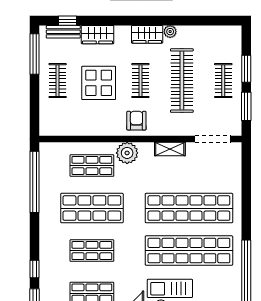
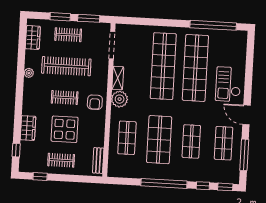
bench: (63, 32) -> (98, 161), moved
wardrobe: (147, 34) -> (33, 37), moved
window: (35, 54) -> (40, 177), width x0.46
armchair: (136, 121) -> (95, 102), turned -90
plant: (127, 153) -> (120, 99), moved
window: (35, 182) -> (164, 183), moved

